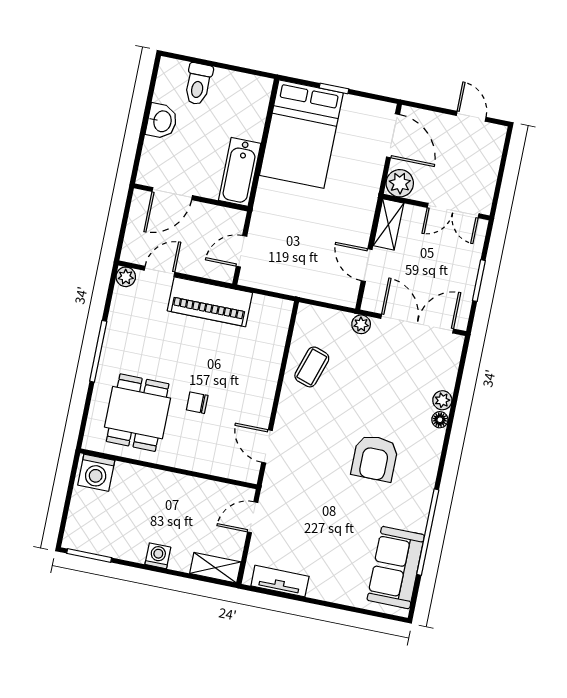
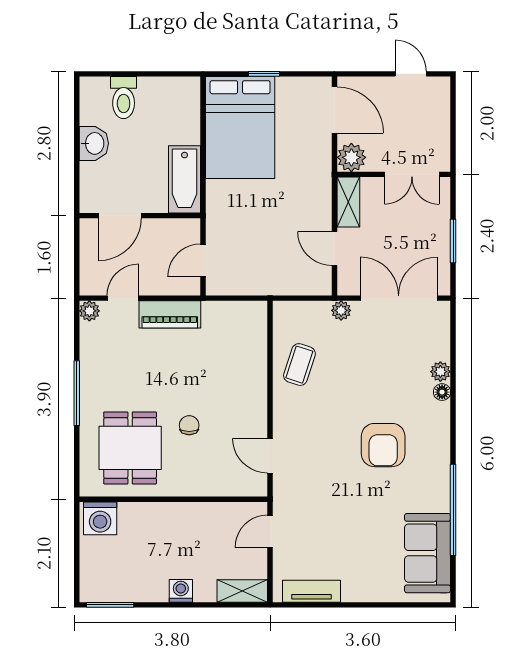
piano: (210, 302) -> (170, 314), width x0.73, depth x0.75
chair: (197, 403) -> (189, 425), turned 90

